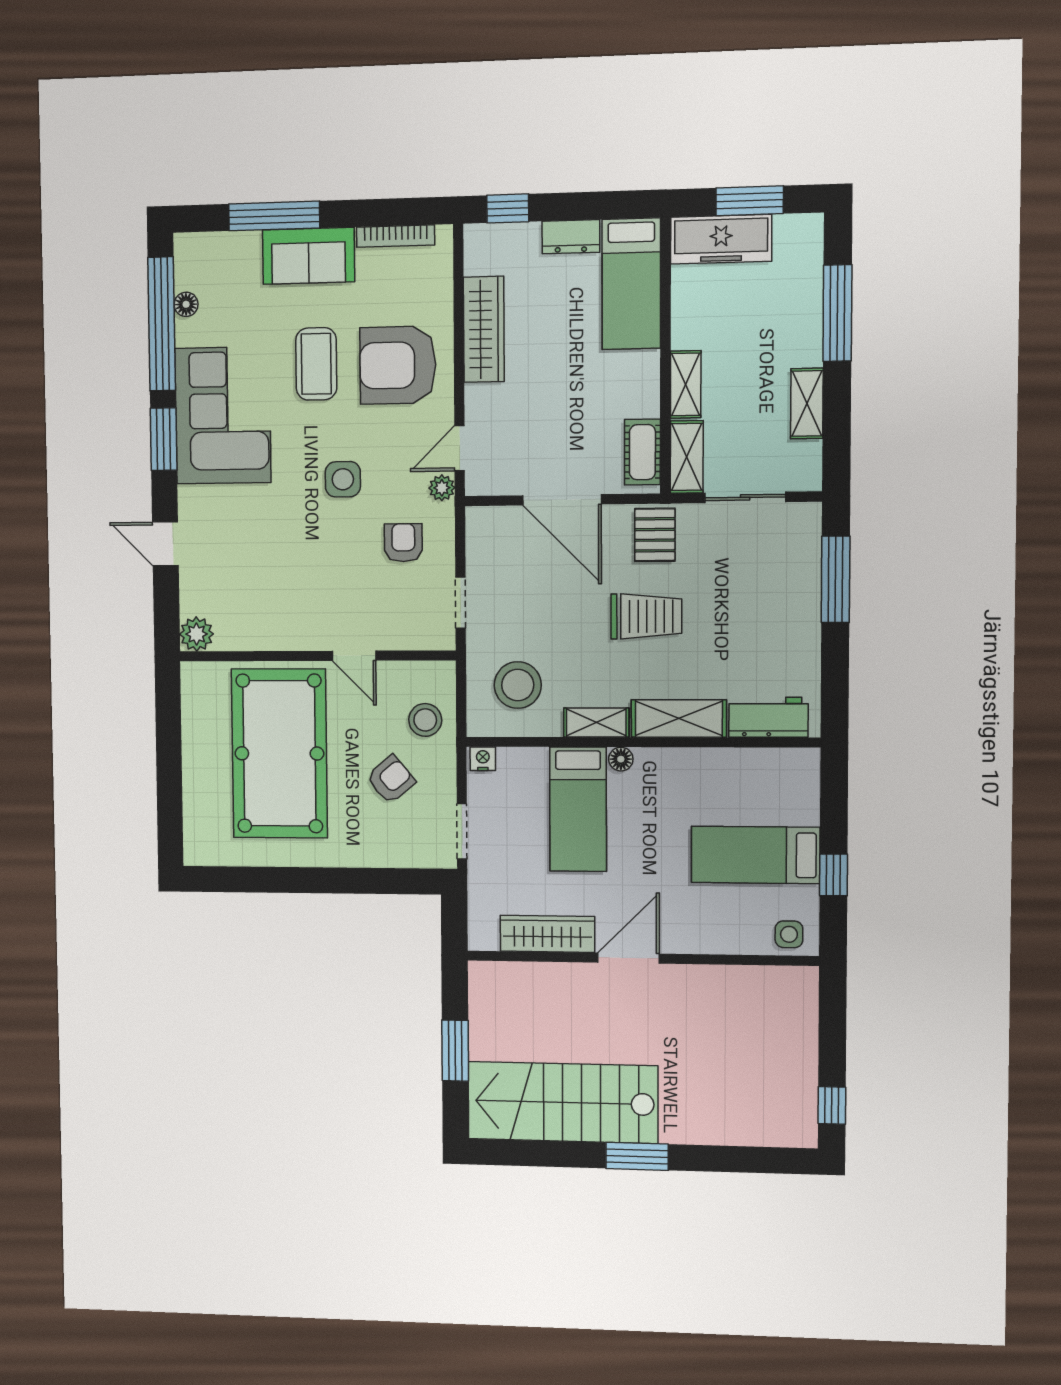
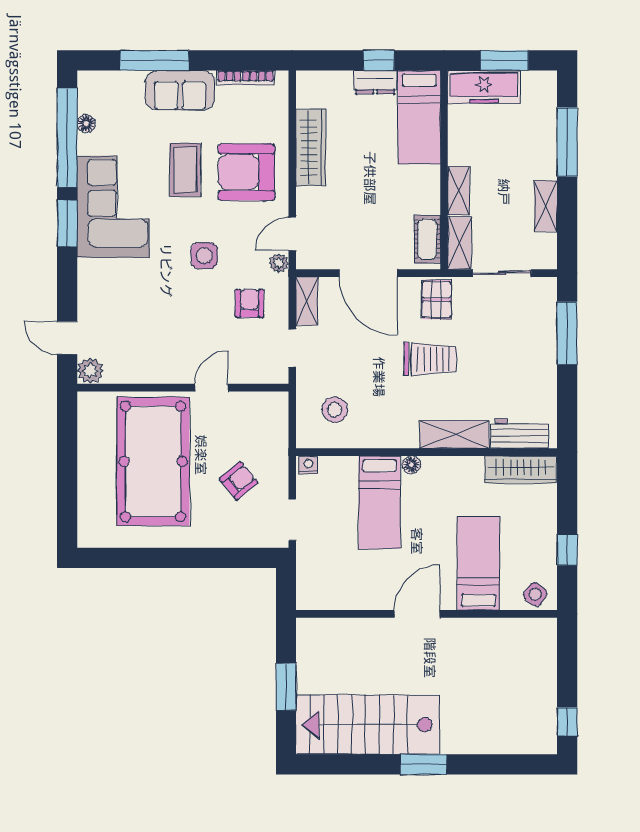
window: (508, 209) -> (379, 60), moved
door: (165, 544) -> (67, 338), moved
door: (354, 656) -> (211, 388), swing flipped
stool: (518, 685) -> (335, 410), width x0.73, depth x0.73
stool: (425, 720) -> (265, 436), removed
shelving: (596, 723) -> (307, 301), moved, turned 90
bed: (755, 855) -> (478, 563), moved, turned 90
wardrobe: (547, 934) -> (521, 470), moved, turned 180
side table: (789, 934) -> (535, 594), turned 35

